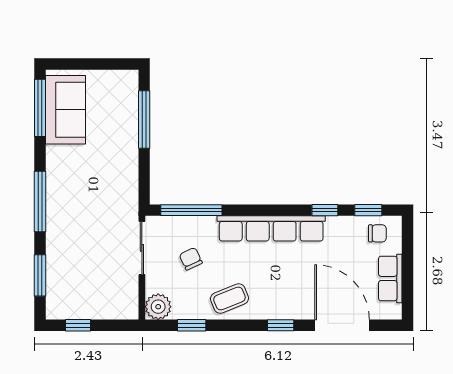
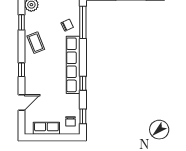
window: (325, 210) -> (83, 83), moved
chair: (191, 259) -> (67, 25), moved
door: (342, 325) -> (22, 103), width x0.53

